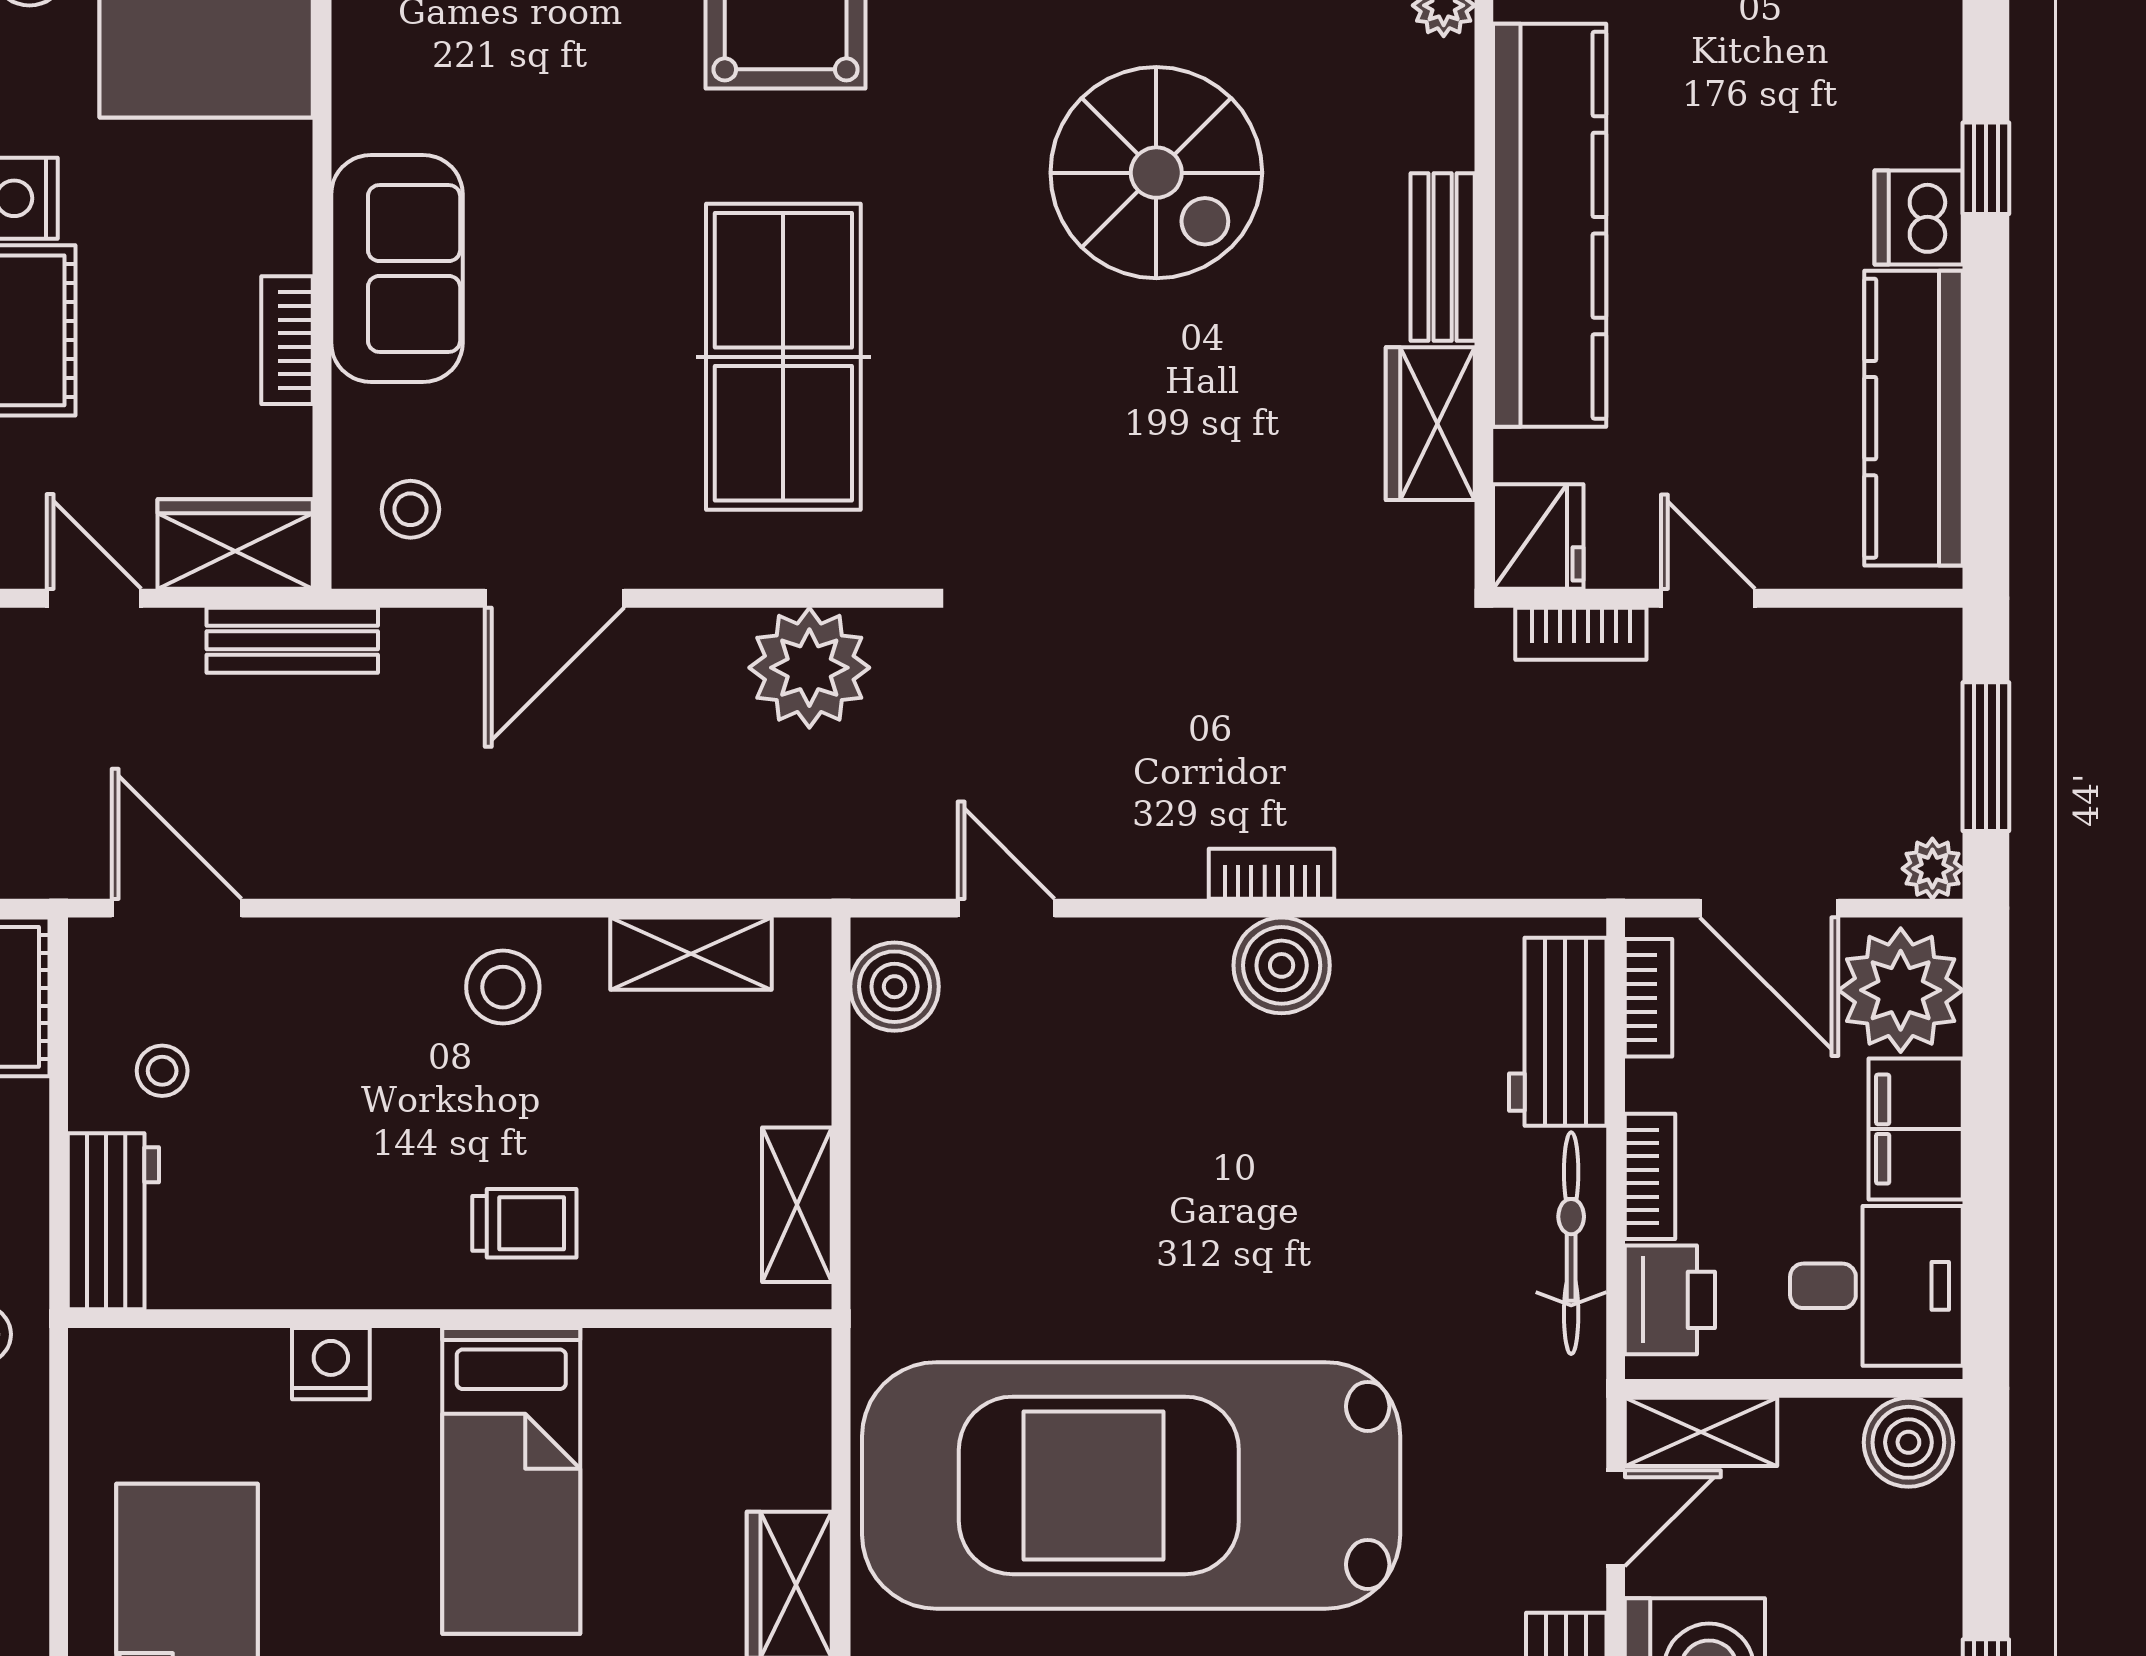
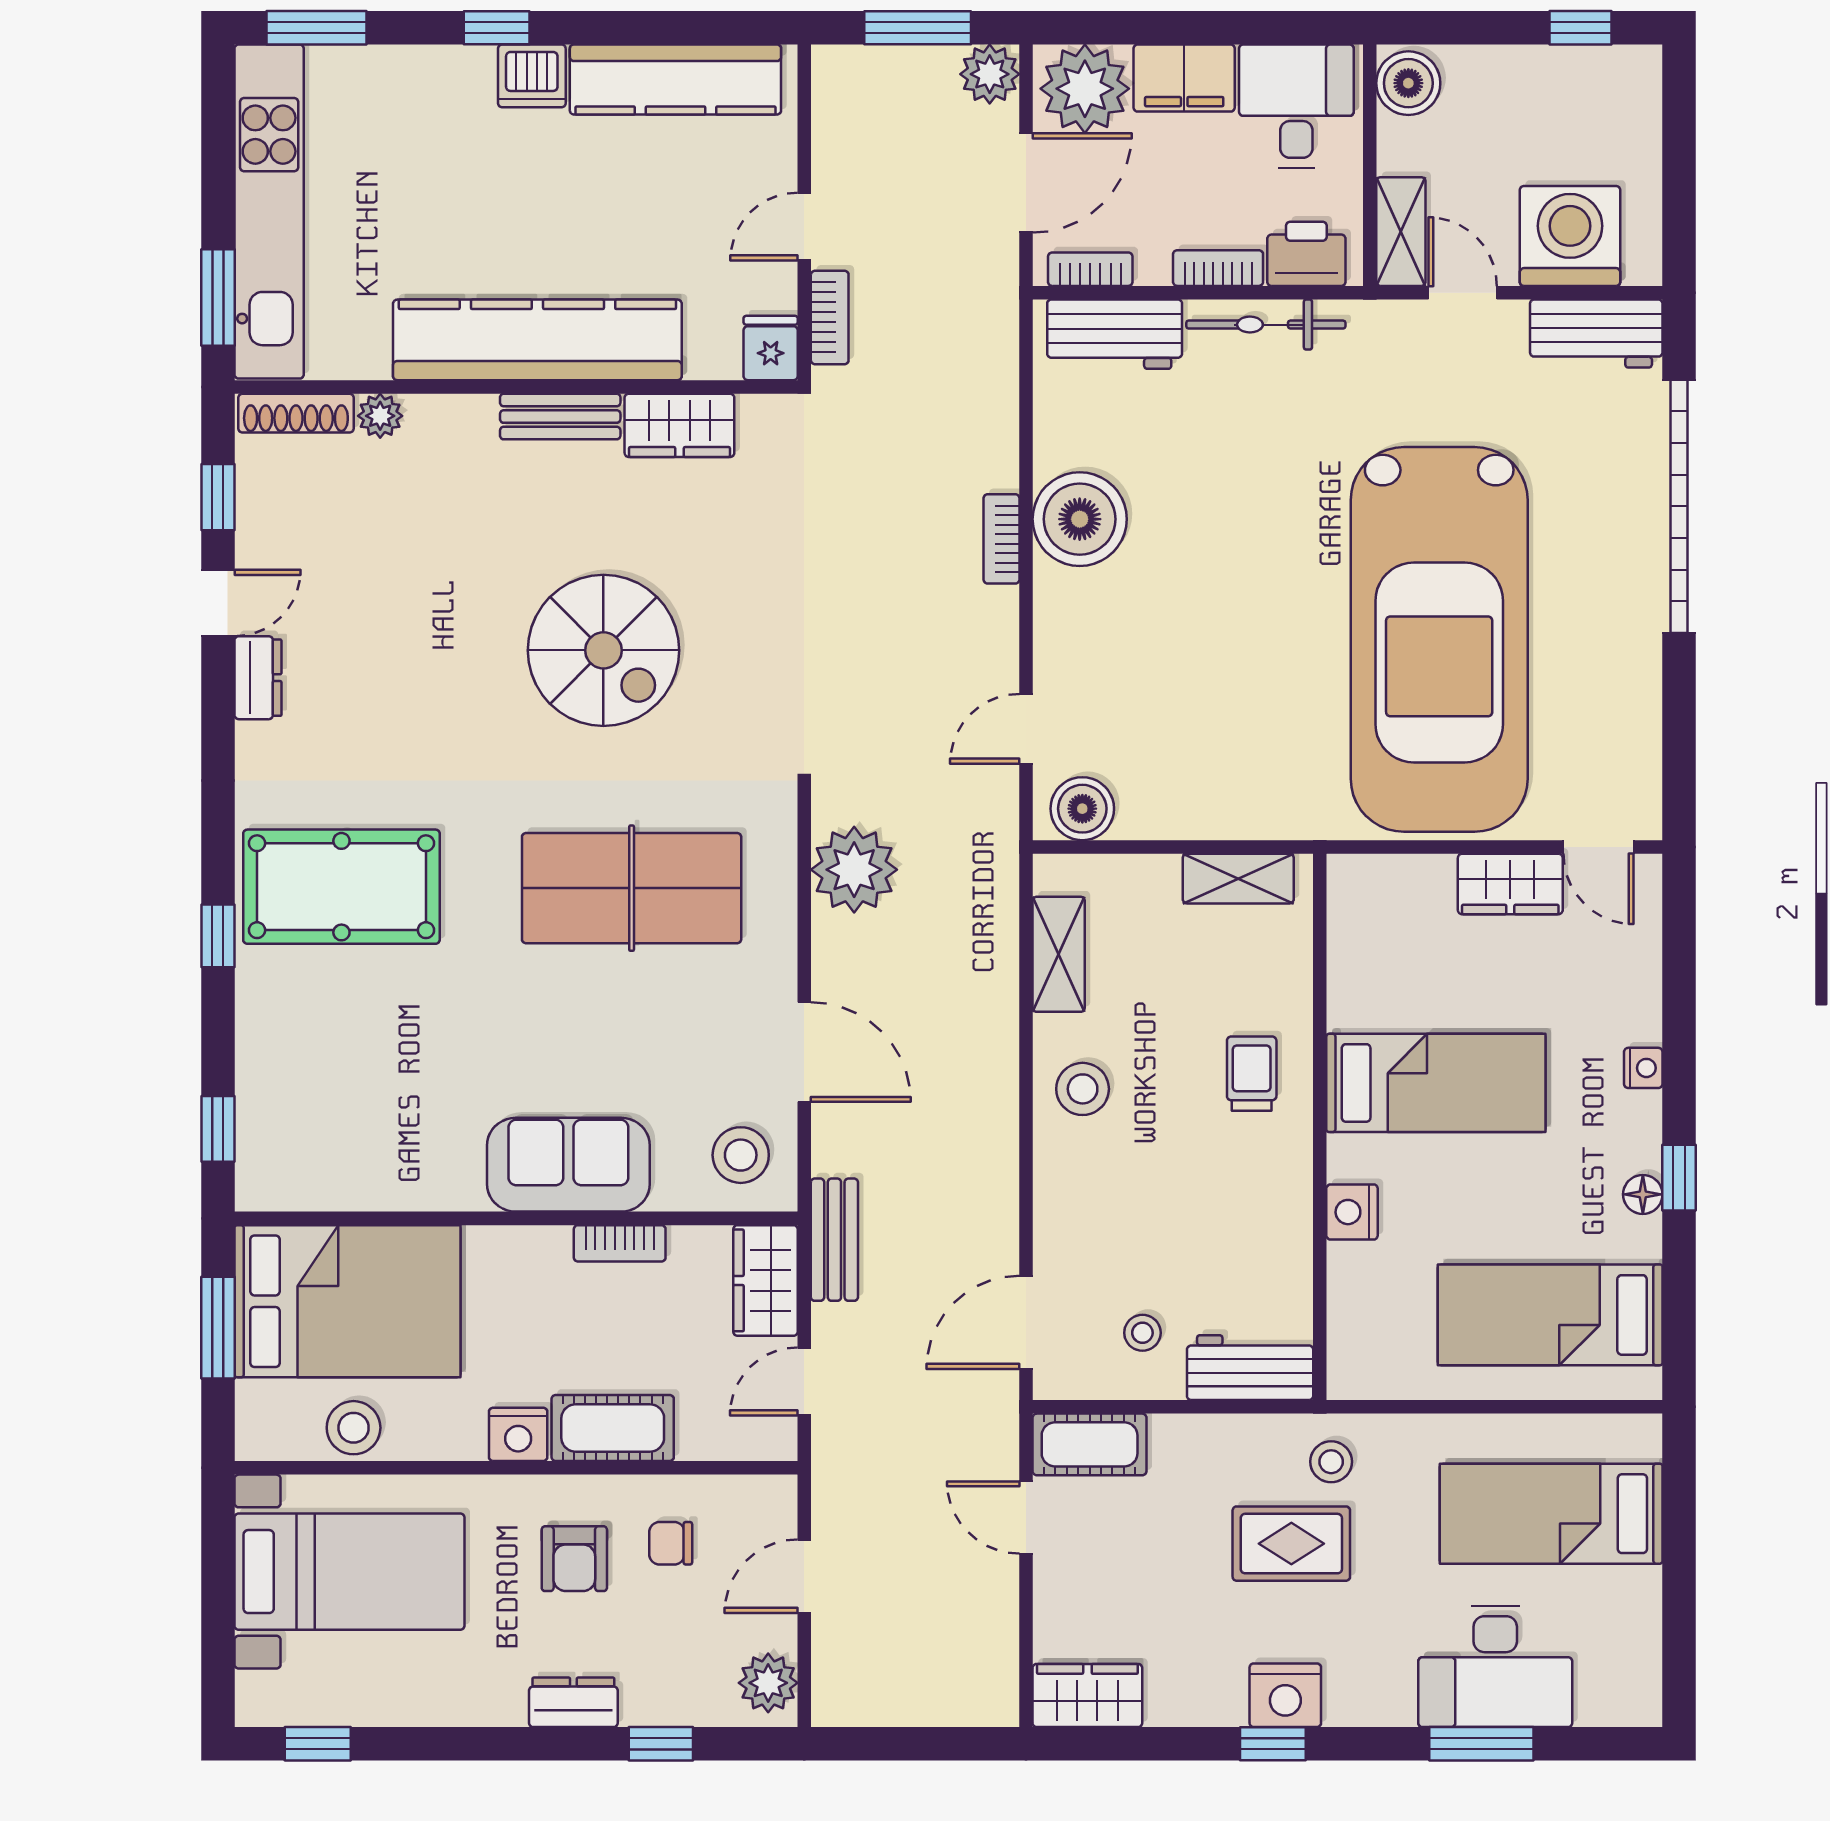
spiral stairs: (1156, 173) -> (603, 650), moved, turned 90
stool: (410, 509) -> (741, 1155), width x1.37, depth x1.37
fridge: (1538, 537) -> (771, 348), width x0.72
plant: (1932, 869) -> (990, 74), width x1.38, depth x1.38
boiler: (1282, 965) -> (1080, 519), width x1.37, depth x1.37

